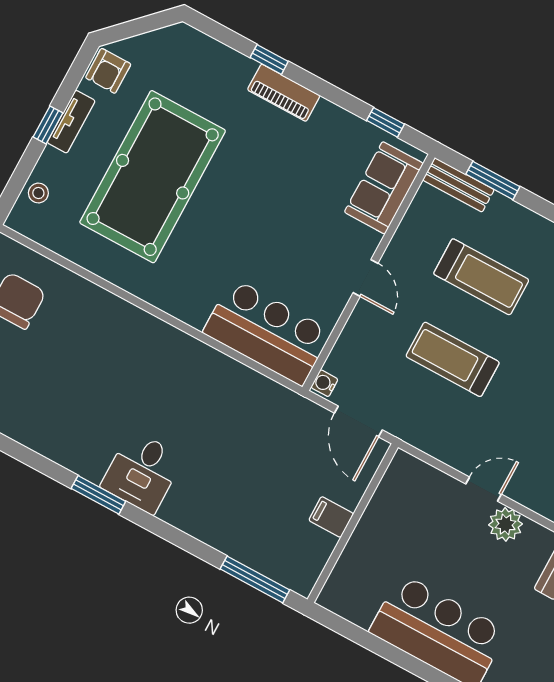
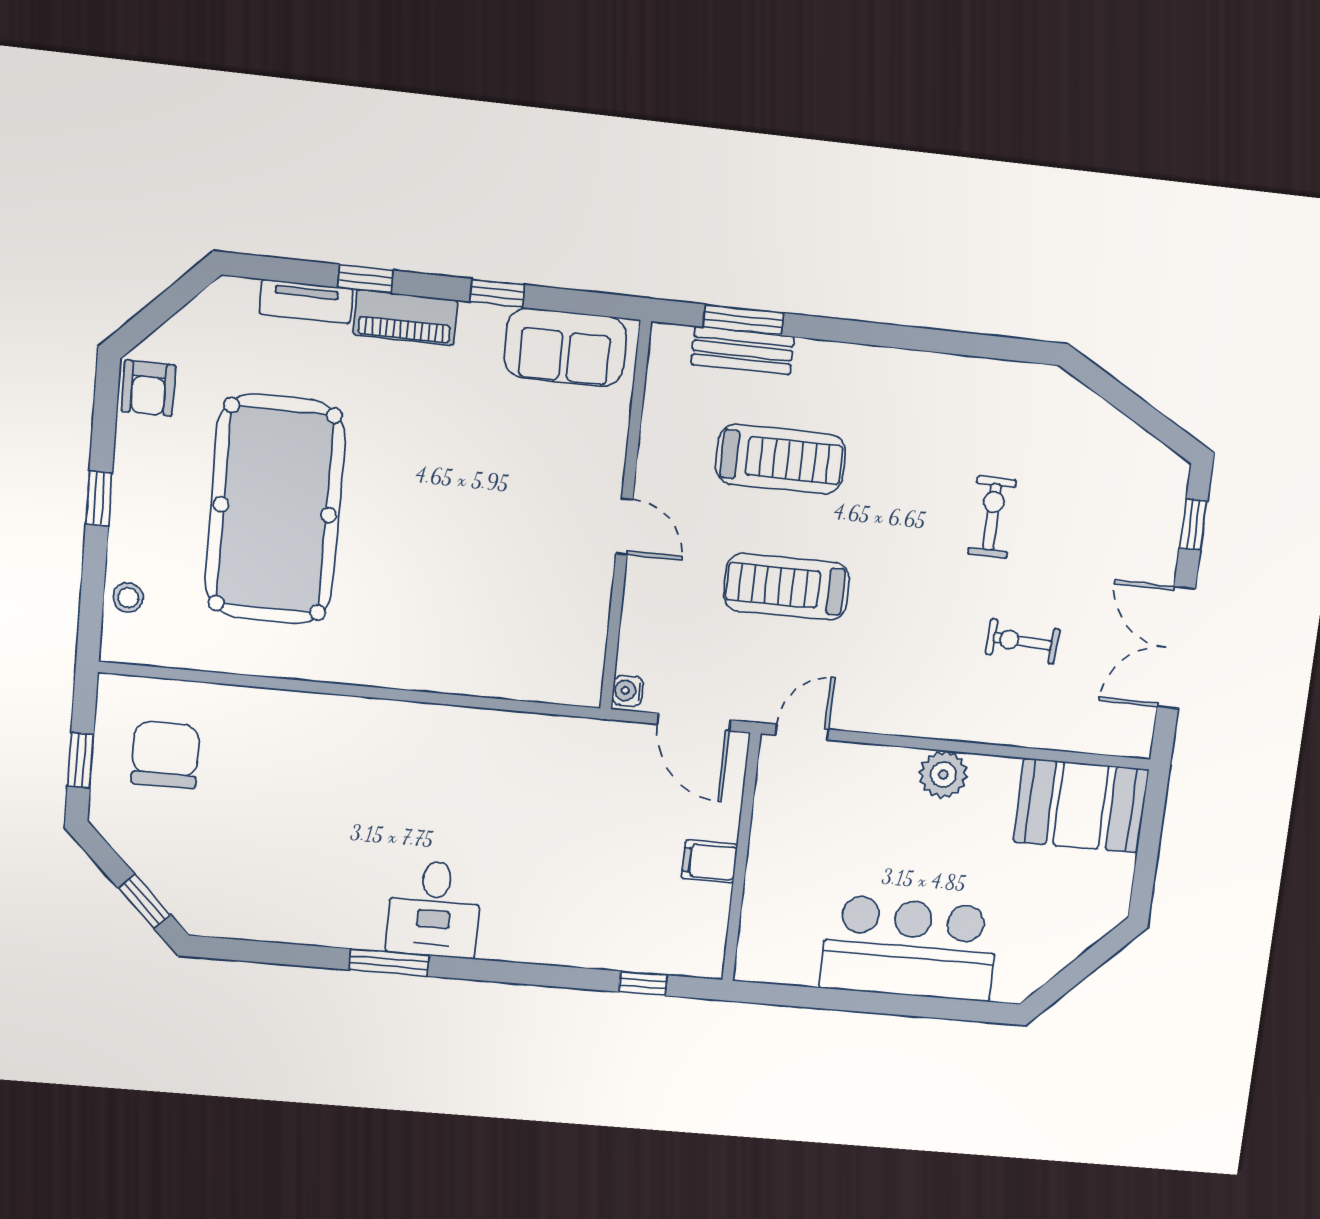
tv unit: (71, 122) -> (306, 301), moved, turned 90
window: (385, 122) -> (497, 293), moved
bench: (458, 185) -> (743, 350), moved
sofa: (384, 188) -> (565, 347), moved, turned -90
bar counter: (267, 332) -> (522, 655), removed
door: (483, 489) -> (802, 732), moved
window: (255, 579) -> (643, 983), width x0.46

